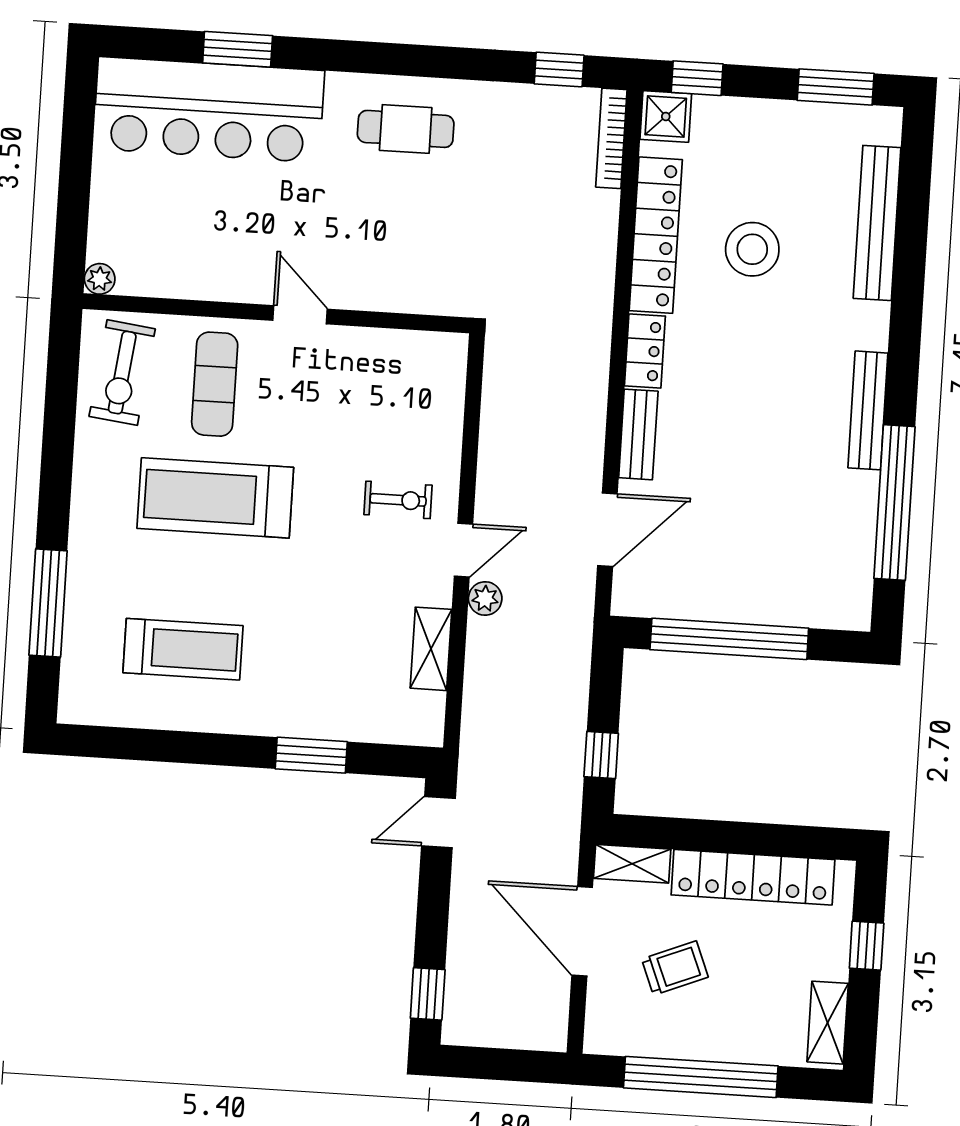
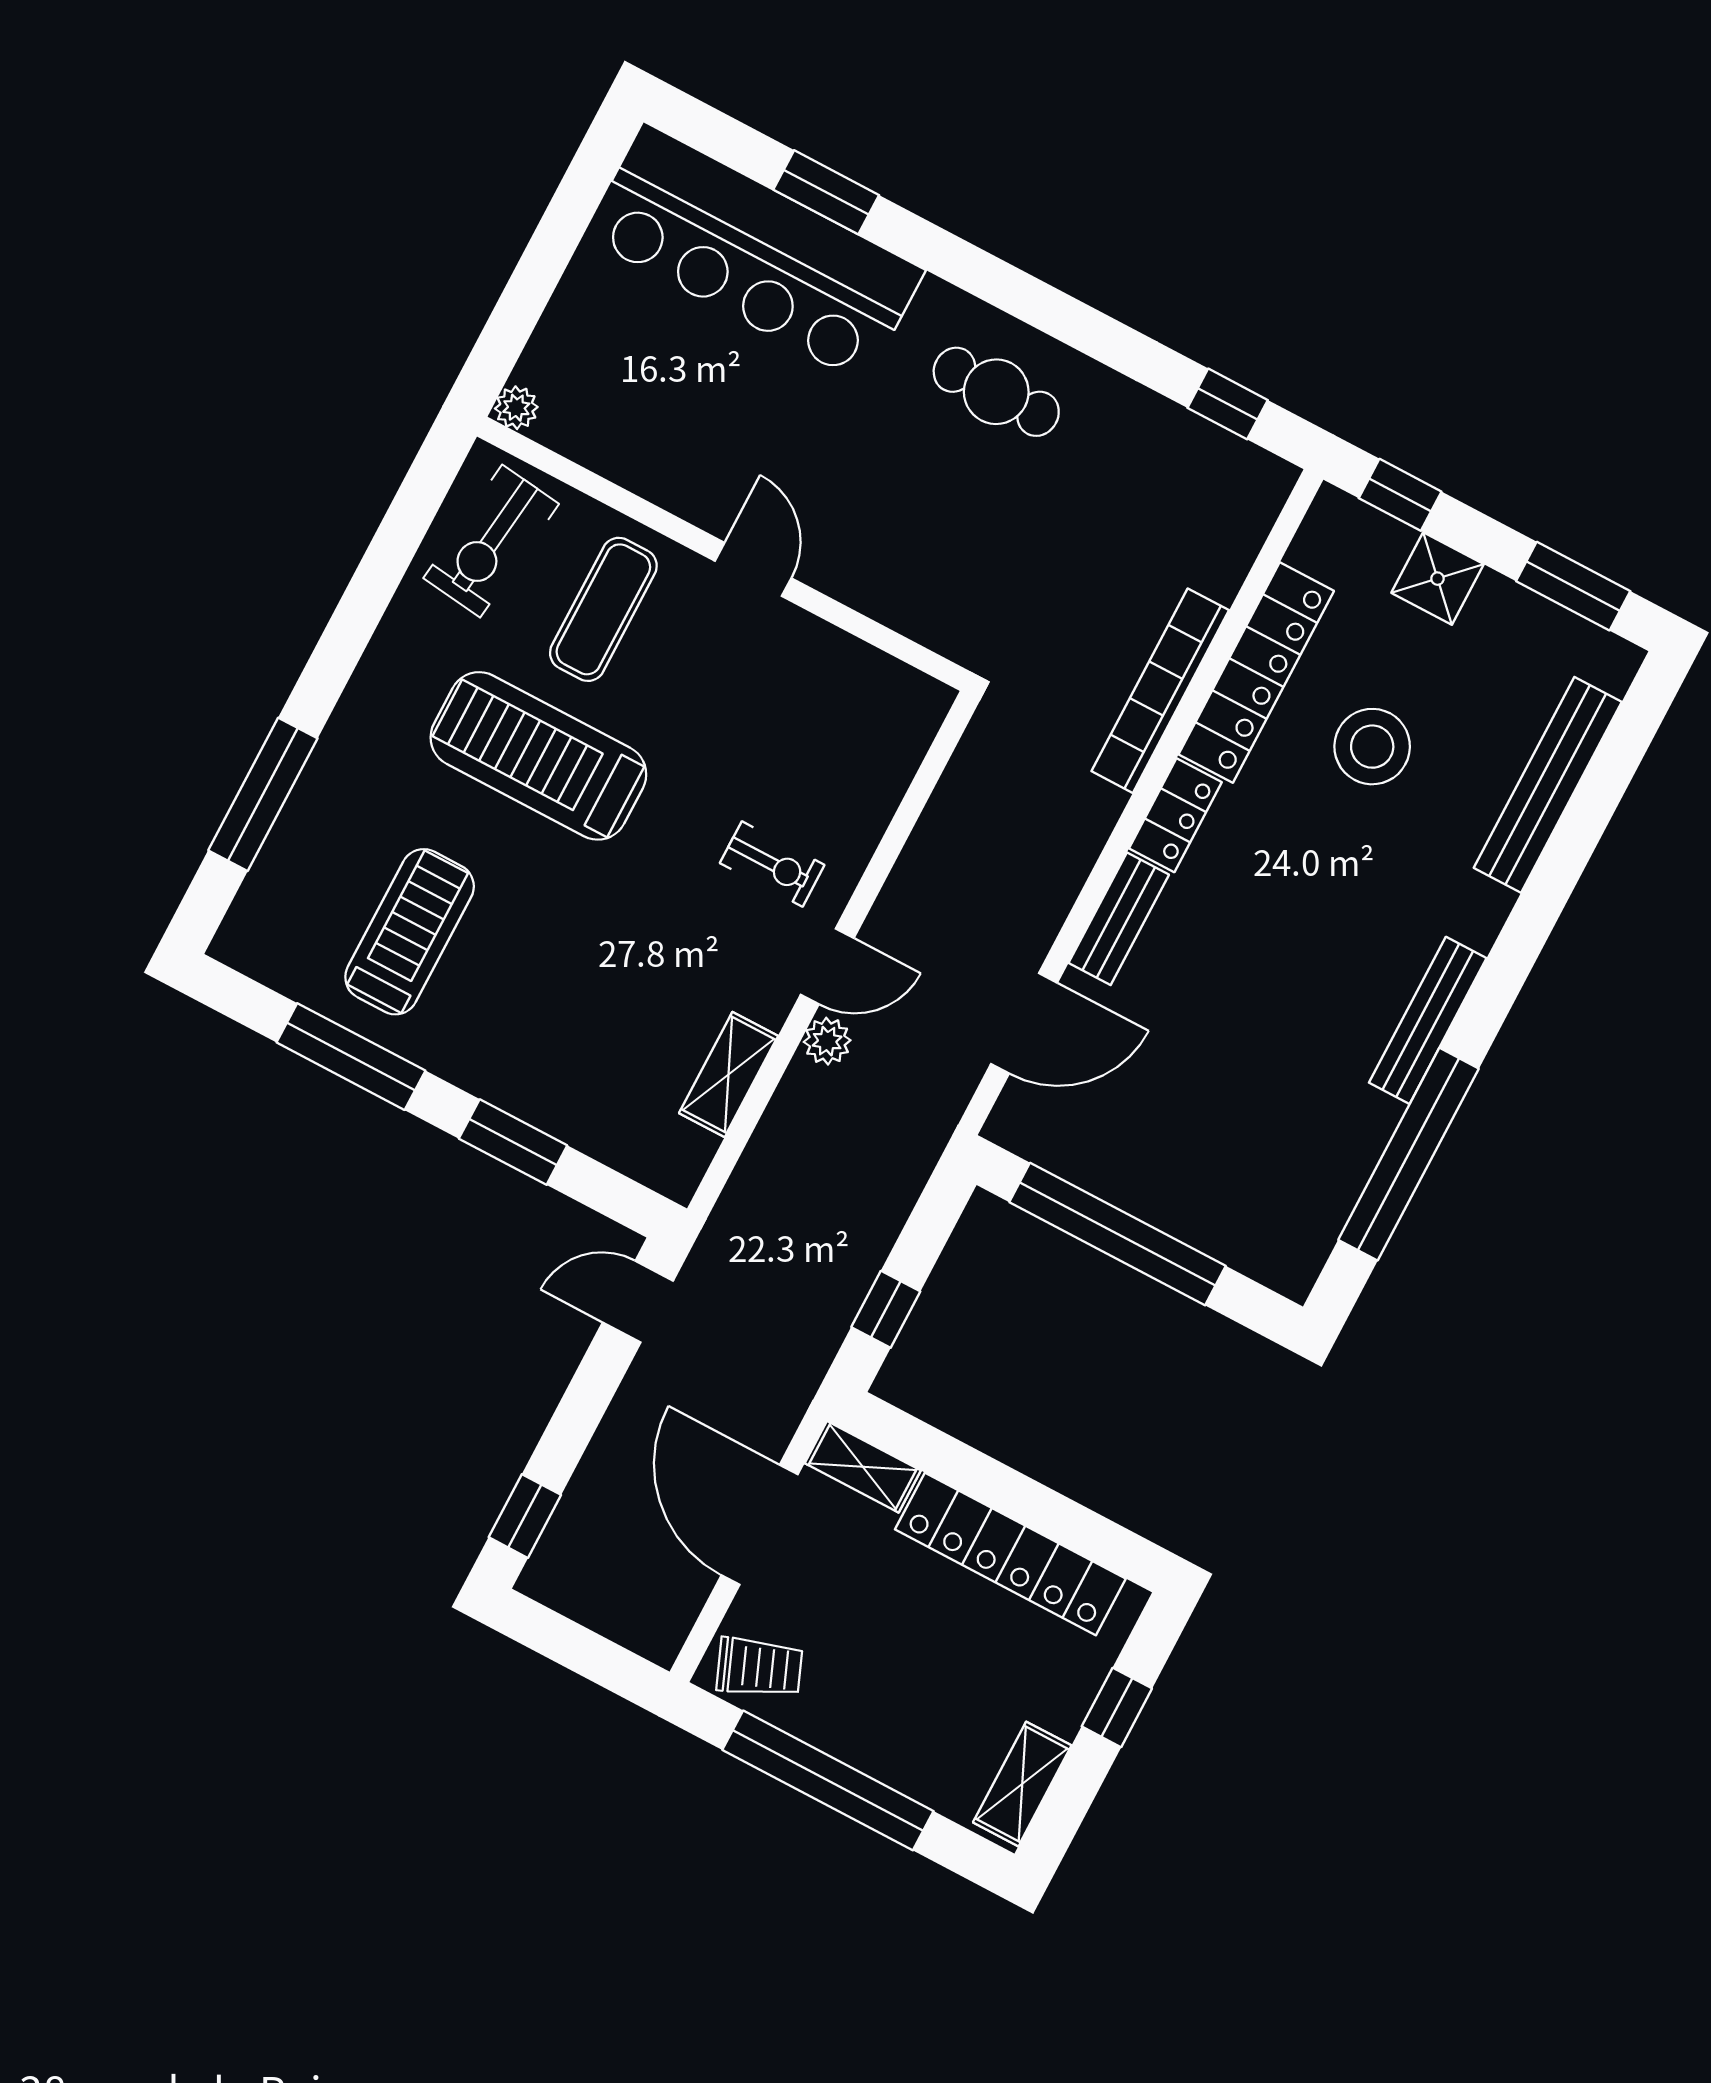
shower: (666, 116) -> (1438, 579), moved
bookcase: (611, 138) -> (1160, 691), moved, width x1.48, depth x1.31
treadmill: (183, 649) -> (410, 932), turned -90
window: (181, 747) -> (351, 1057), added
trolley: (675, 968) -> (759, 1667), moved

